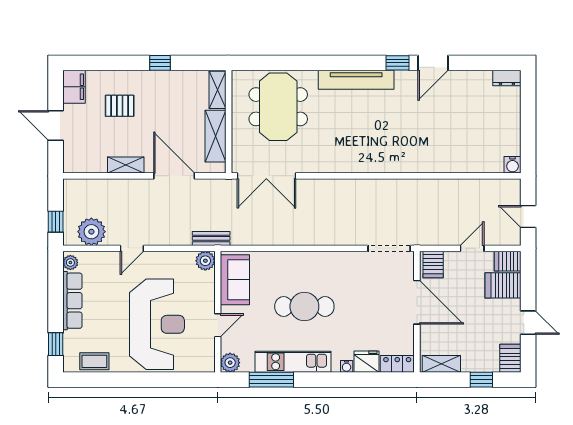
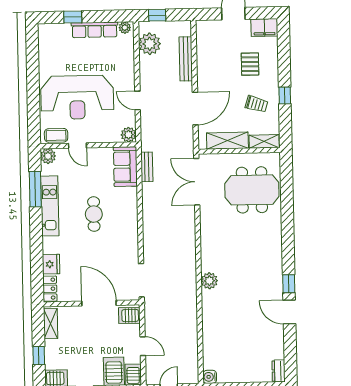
tv unit: (356, 80) -> (275, 251), removed
trolley: (170, 99) -> (256, 104), added
plant: (391, 163) -> (209, 281), added
shelving: (126, 165) -> (203, 70), removed
bench: (111, 187) -> (186, 59), added
bench: (211, 238) -> (147, 167), moved
door: (132, 248) -> (138, 100), moved
sofa: (235, 280) -> (125, 167), moved, turned 90
door: (417, 302) -> (99, 303), swing flipped
cafe table: (304, 306) -> (94, 214), width x0.73, depth x0.74
window: (56, 344) -> (73, 17), moved
coffee table: (94, 361) -> (56, 135), moved, turned 90
water cooler: (347, 366) -> (47, 248), removed

